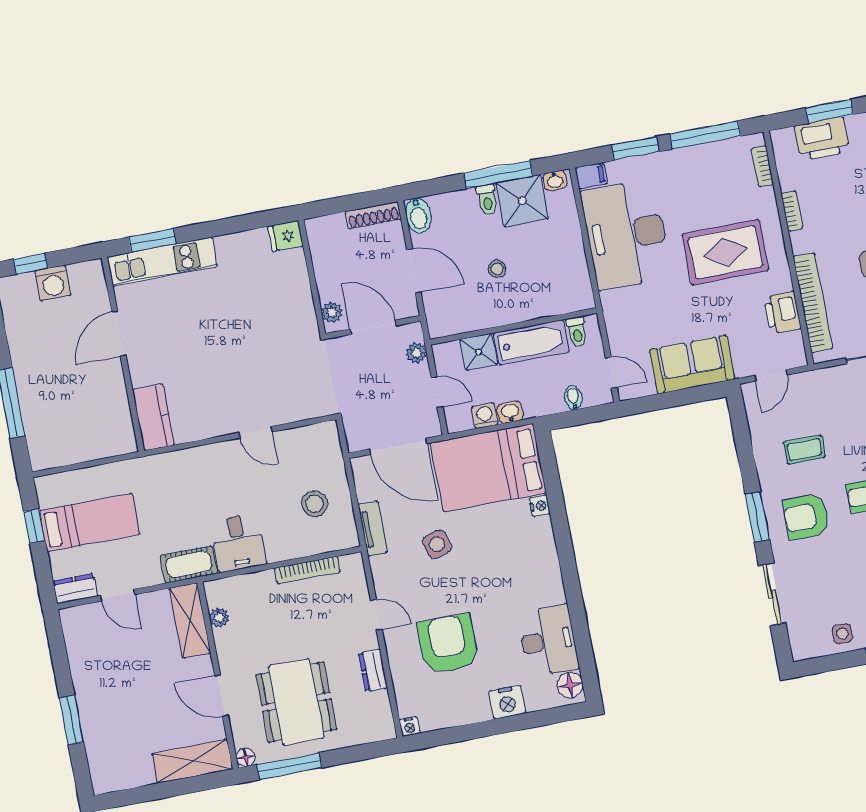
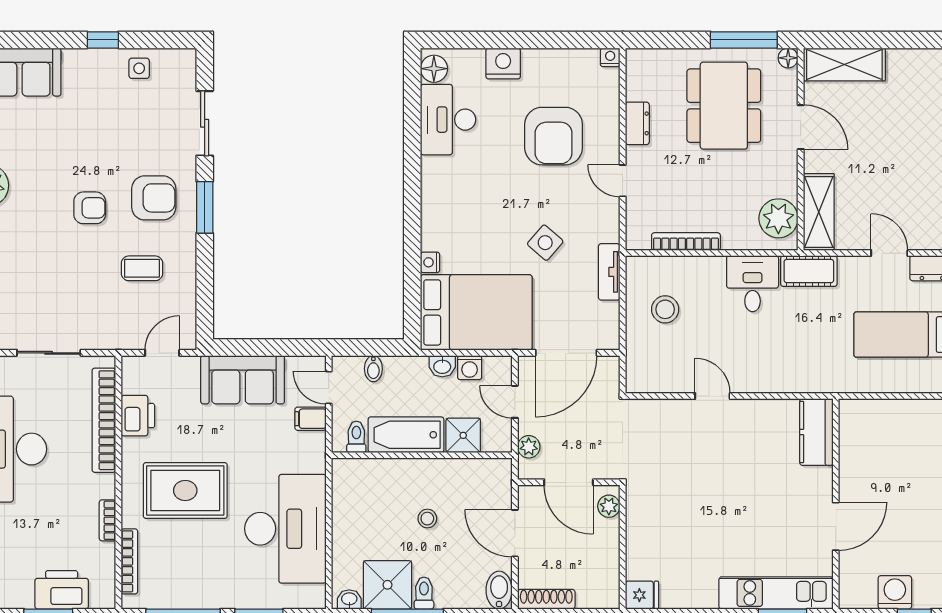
bookcase: (762, 166) -> (129, 561), width x1.56
filing cabinet: (591, 176) -> (310, 419), moved
door: (398, 446) -> (566, 353), swing flipped
side table: (437, 544) -> (545, 243), turned -32
plant: (219, 618) -> (778, 218), width x1.88, depth x1.88

